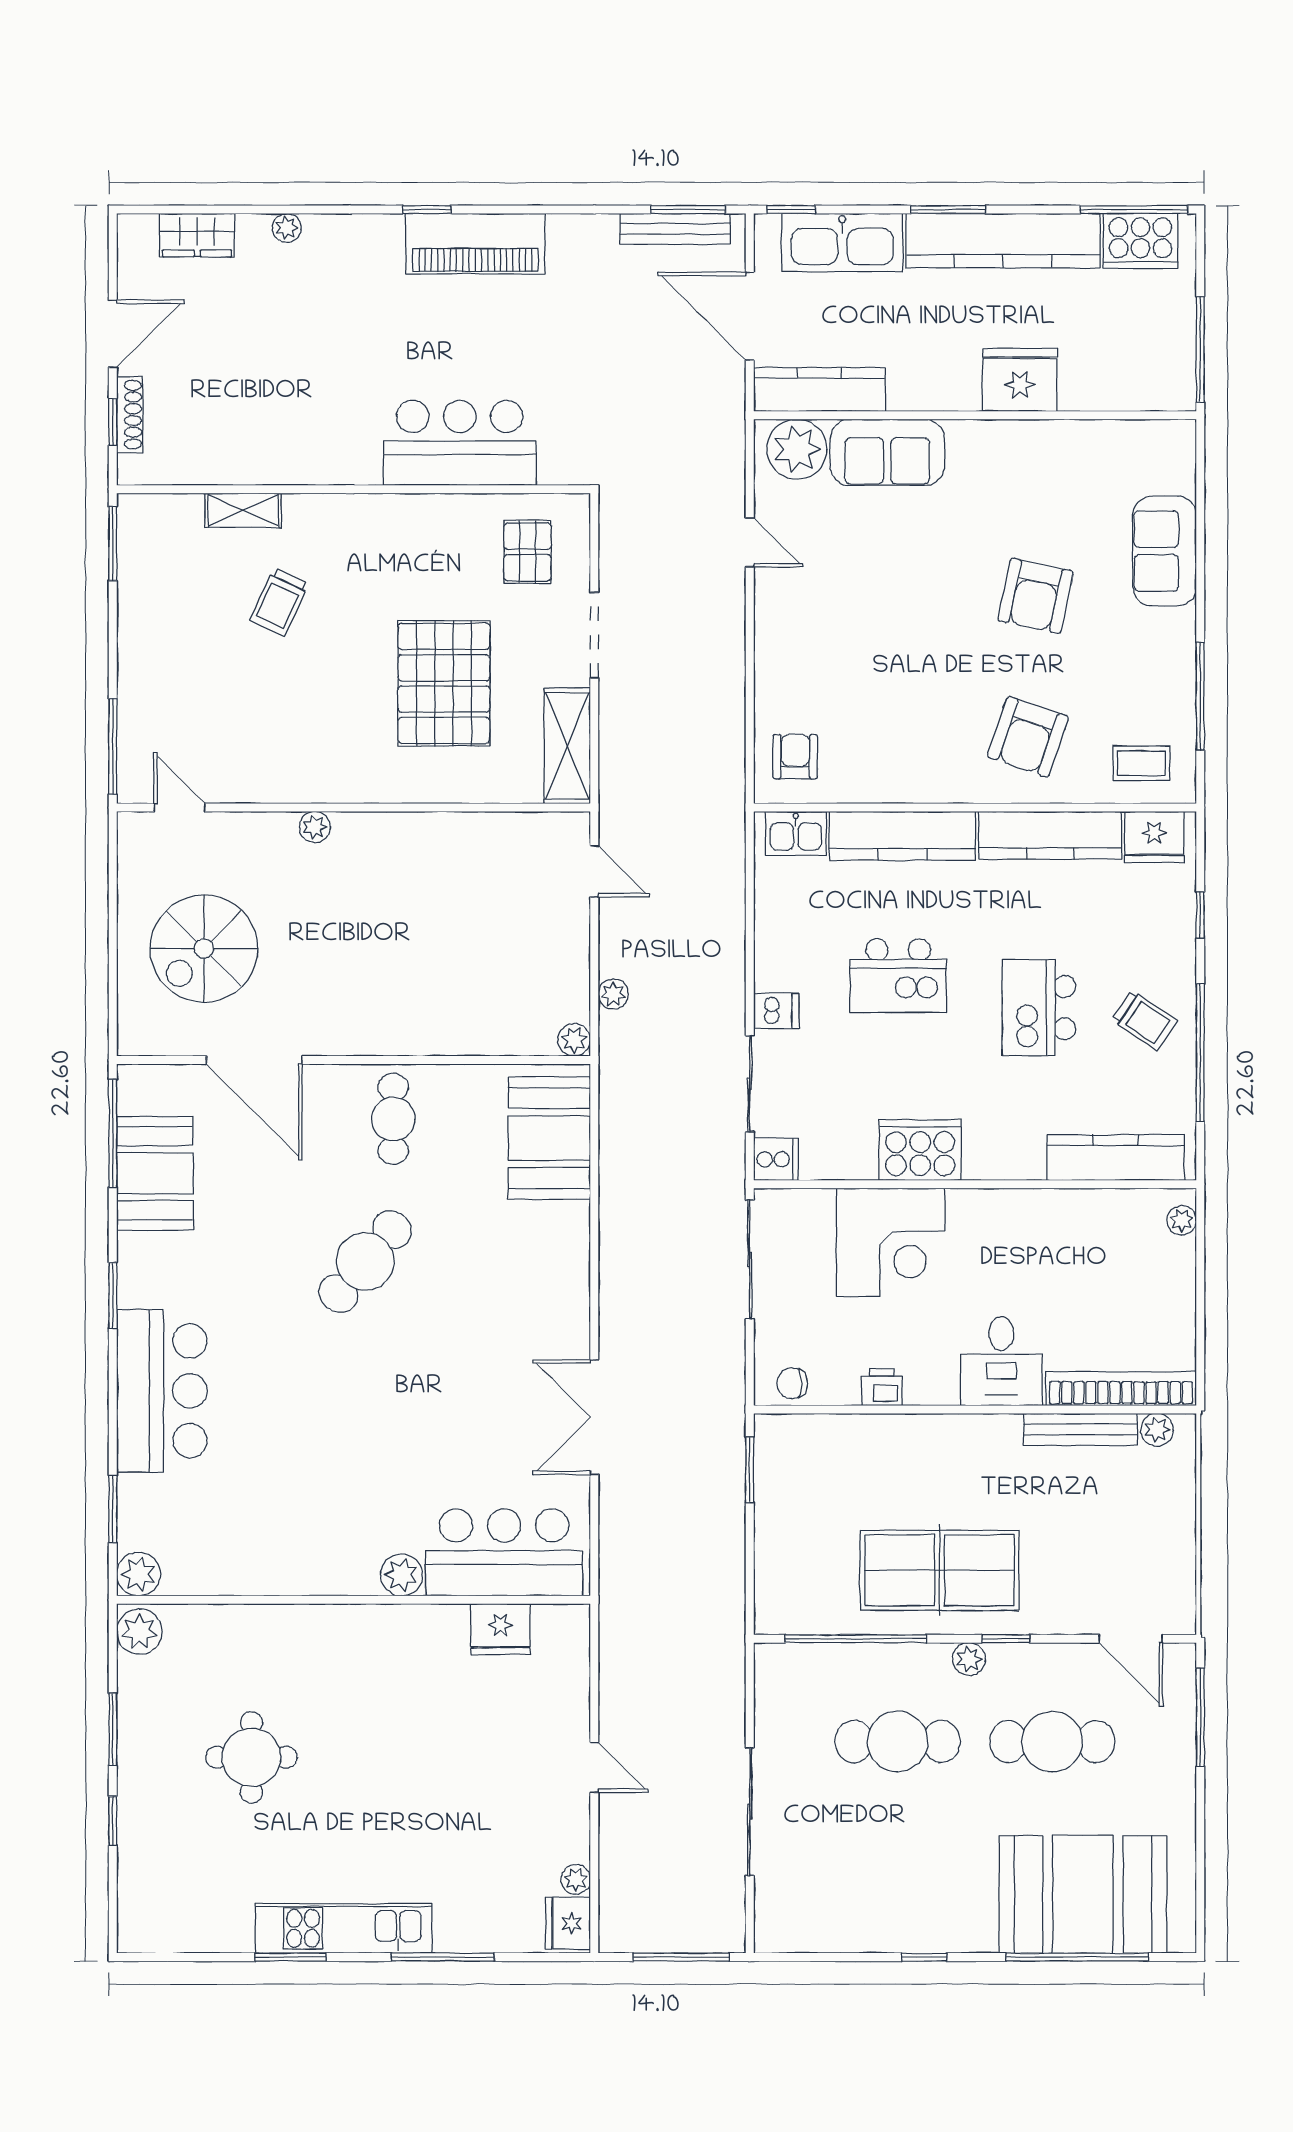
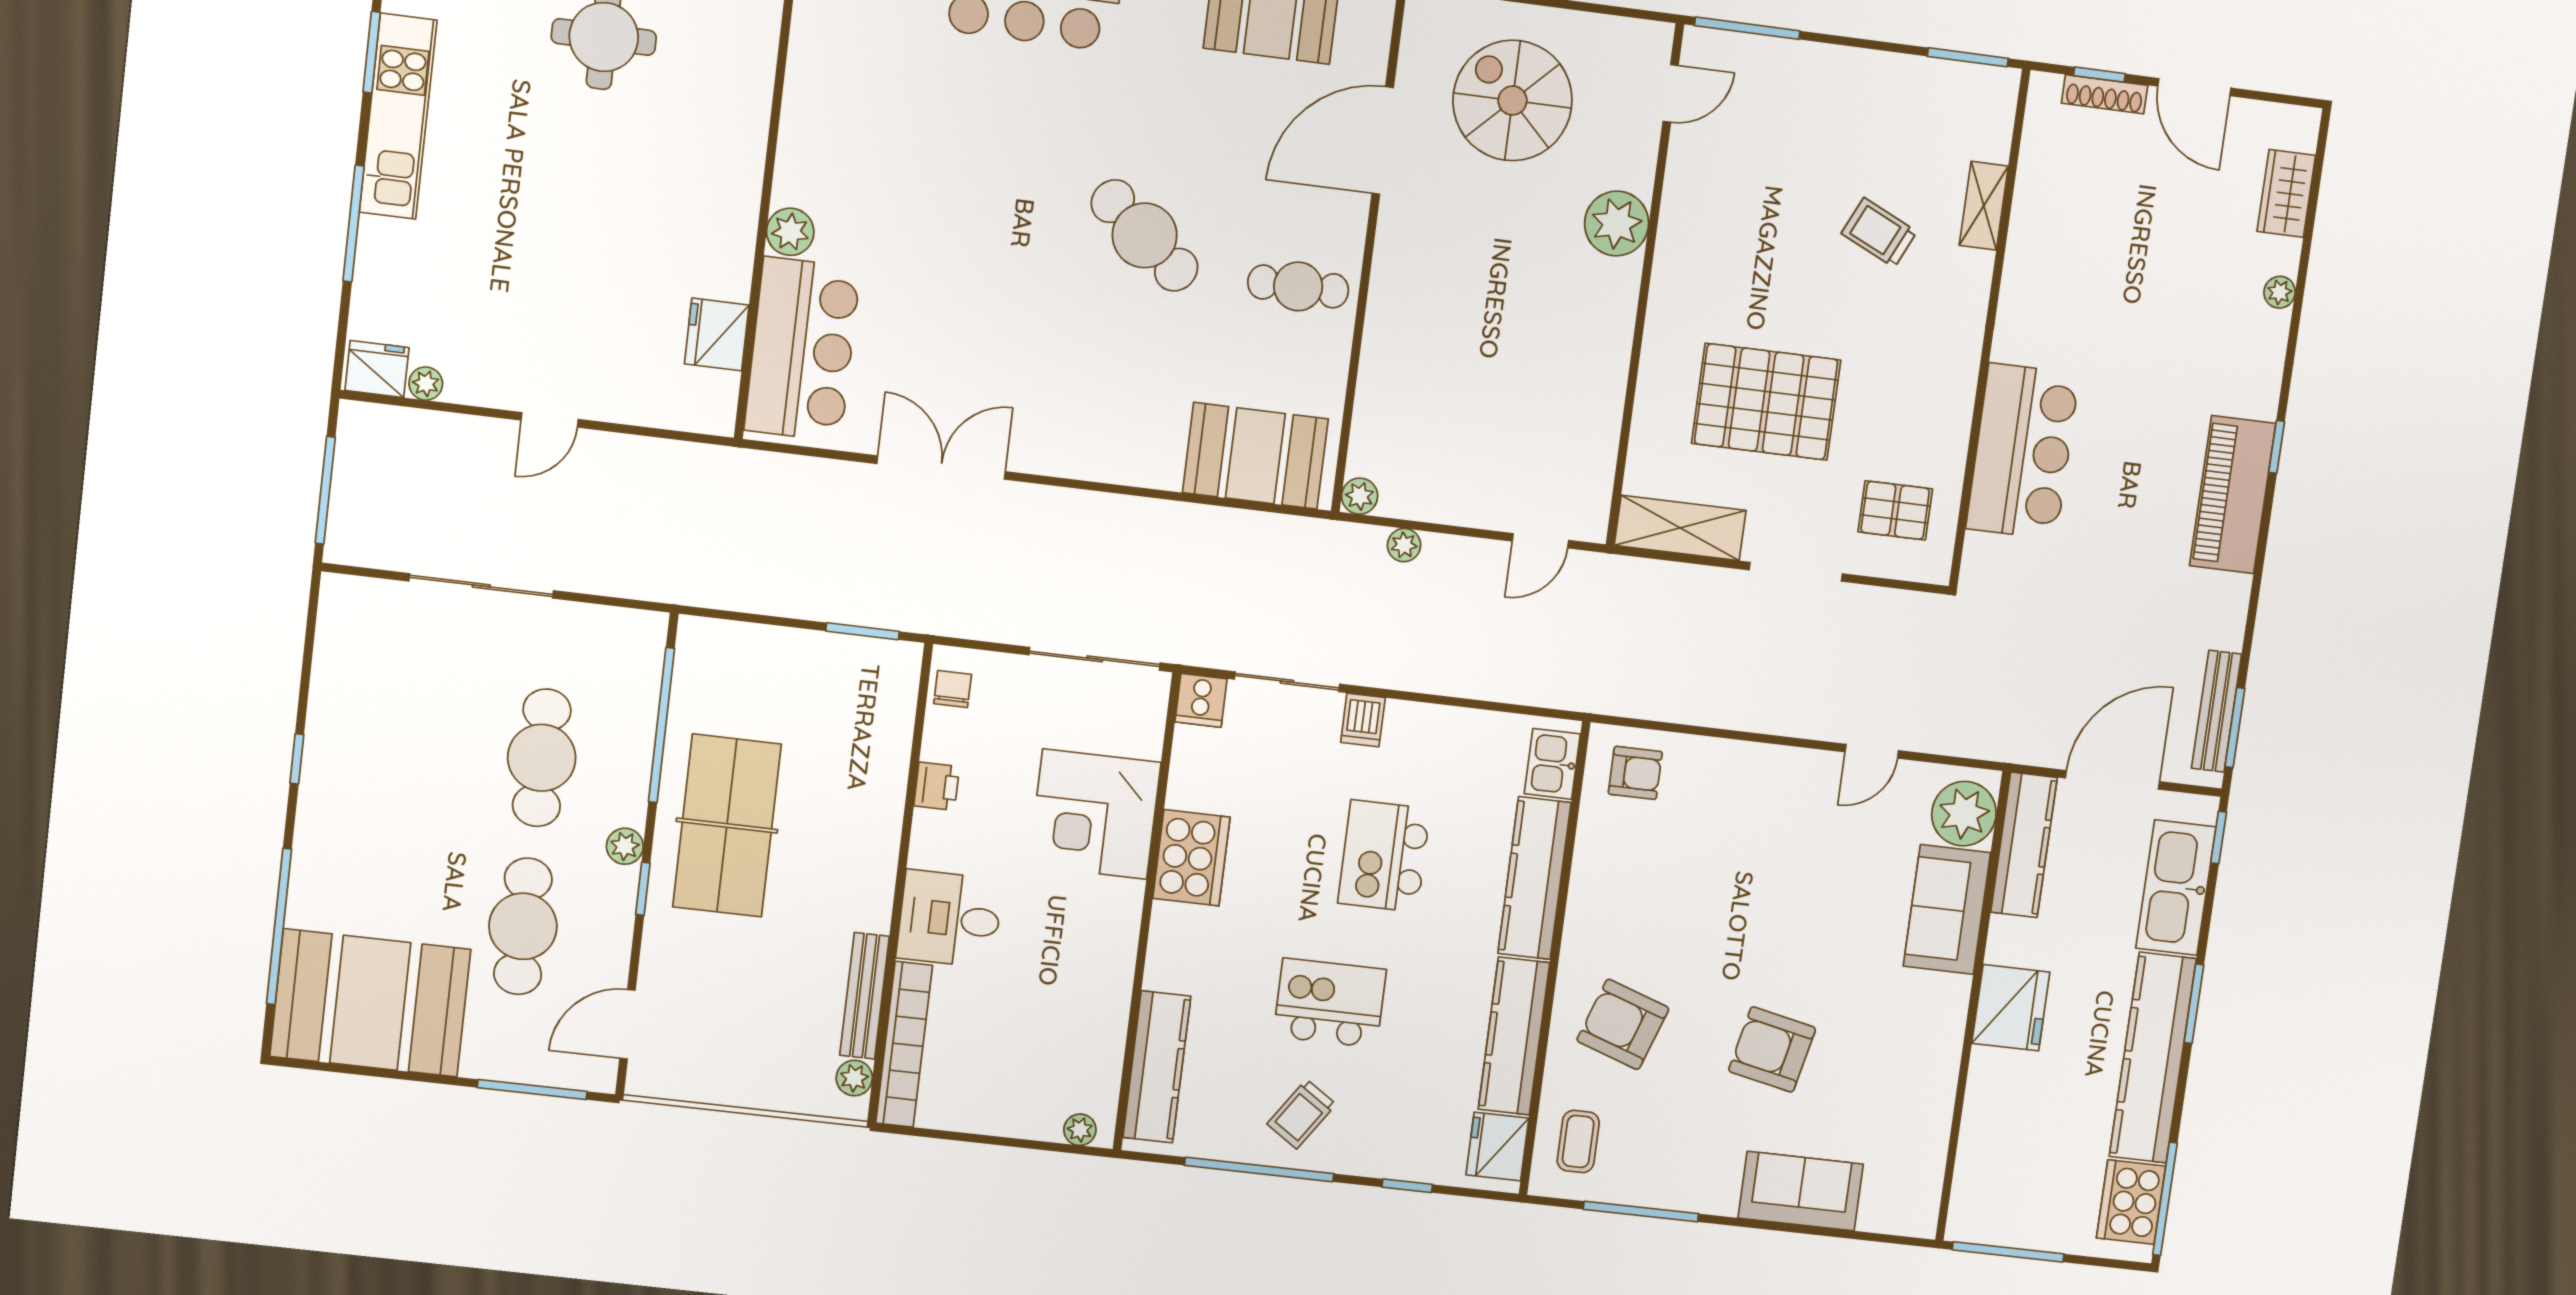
fridge: (1020, 380) -> (2011, 1008), moved
plant: (315, 827) -> (1617, 224), width x1.87, depth x1.87
booth: (1083, 1894) -> (370, 1003), moved, turned 90

